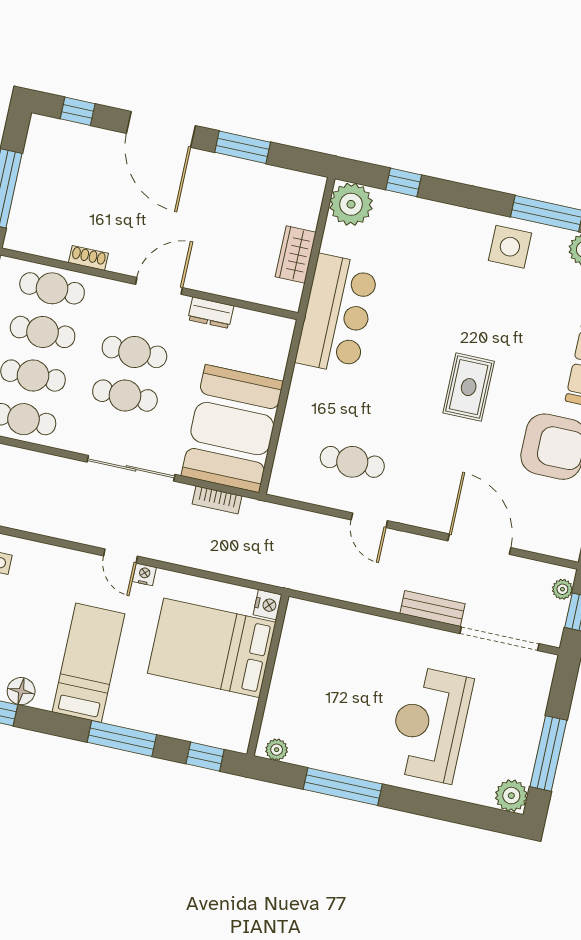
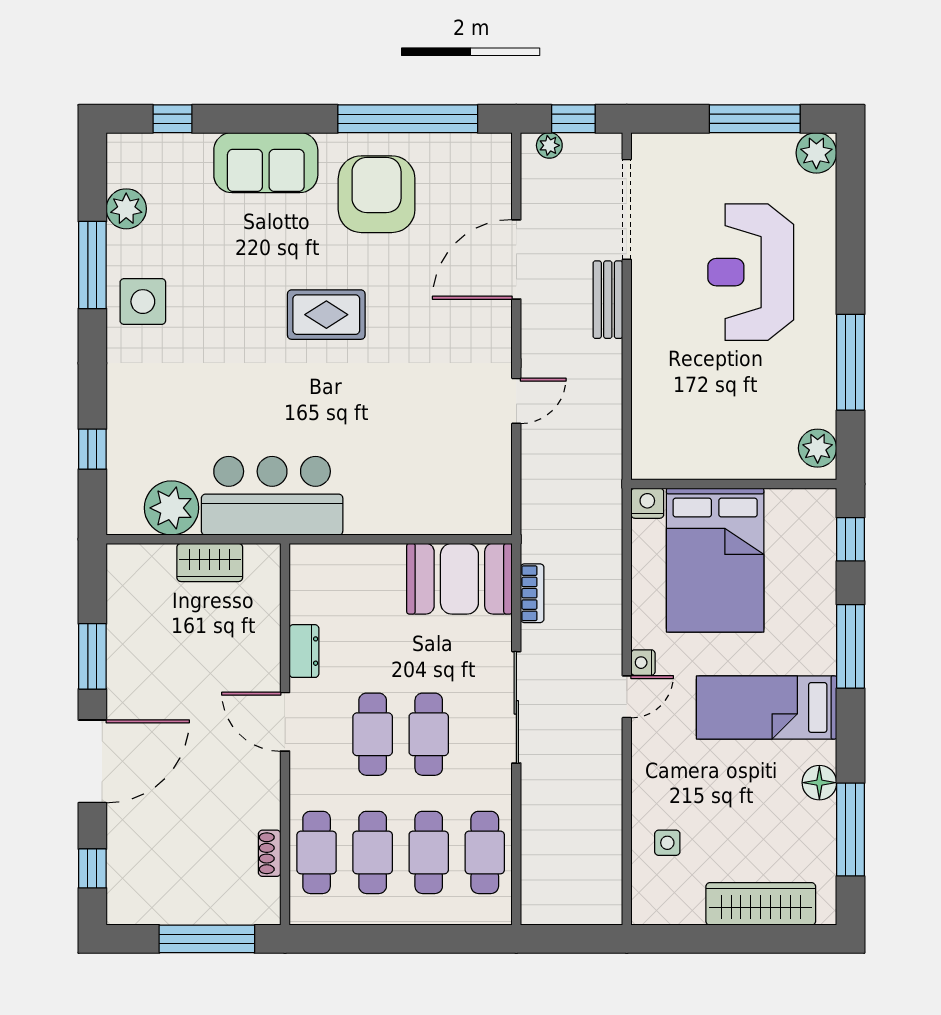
plant: (351, 204) -> (171, 508), moved
shoe rack: (88, 258) -> (270, 853), moved
booth: (232, 429) -> (459, 579), width x0.73, depth x0.70
cafe table: (352, 462) -> (449, 437), removed
reception desk: (430, 724) -> (751, 272), turned 90
plant: (277, 750) -> (818, 448), width x1.38, depth x1.38

